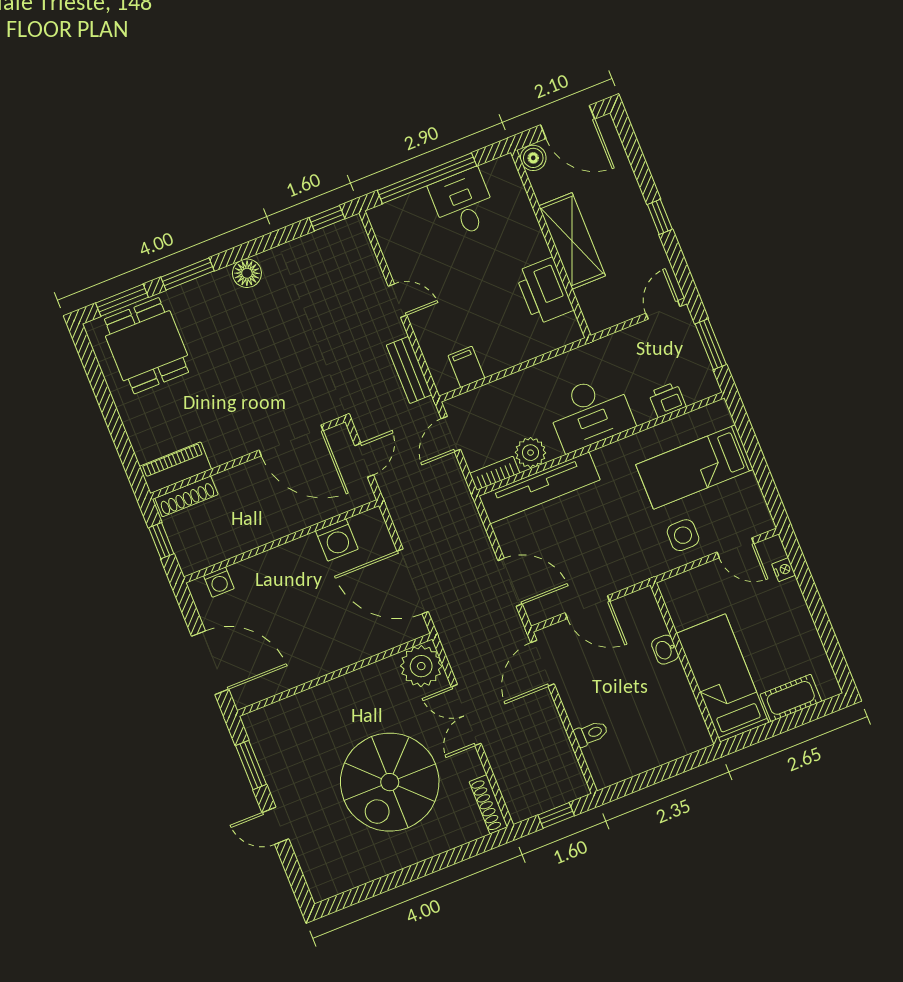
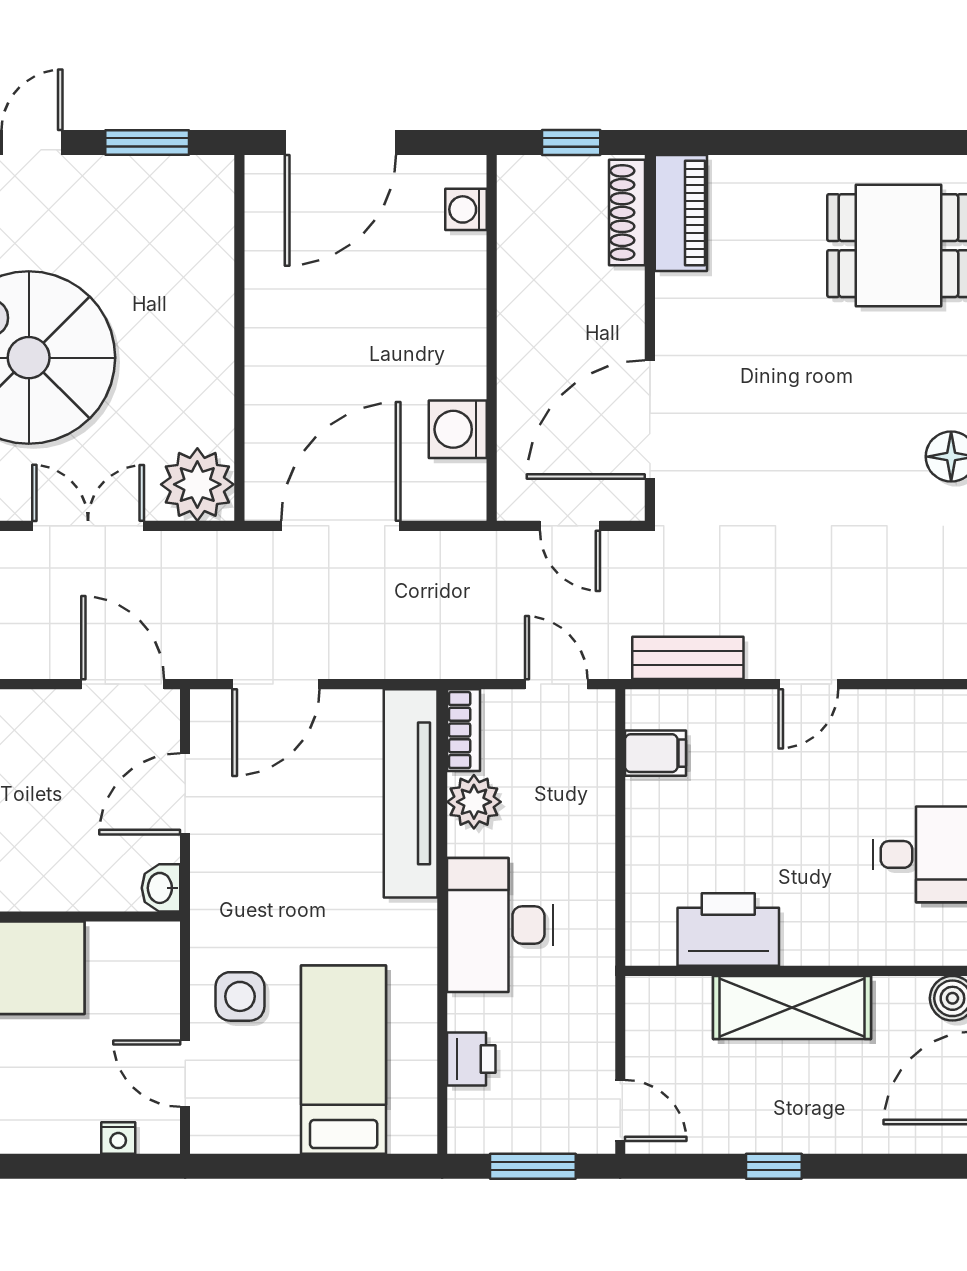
door: (735, 548) -> (185, 1074), hinge flipped
washbasin: (665, 650) -> (161, 888), moved, turned -90

